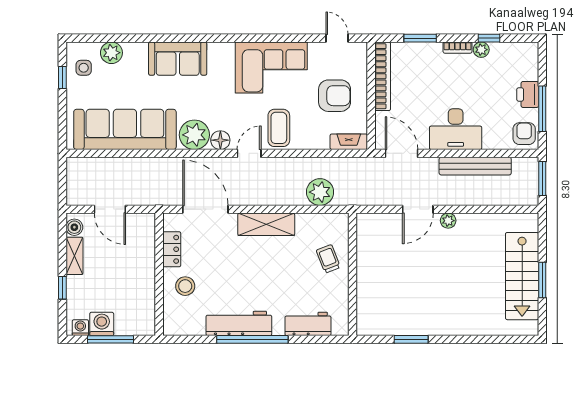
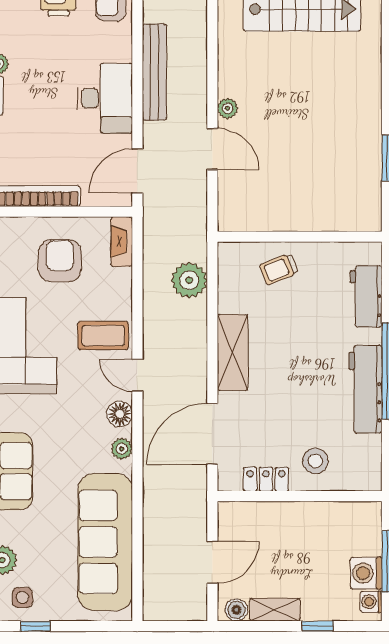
plant: (194, 135) -> (122, 449), width x0.53, depth x0.53

